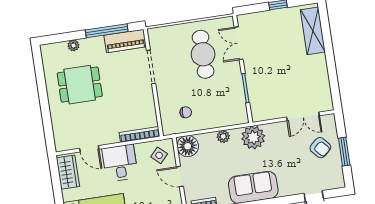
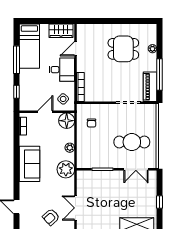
double door: (239, 43) -> (136, 169), swing flipped
dining table: (80, 85) -> (123, 49), turned 90

